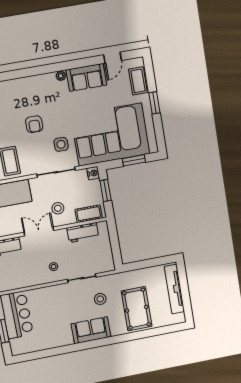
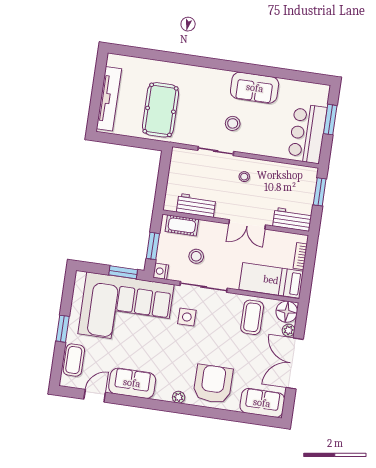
plant: (61, 76) -> (179, 397), moved
armchair: (34, 124) -> (213, 384), moved, width x1.88, depth x1.88
window: (134, 160) -> (123, 272), moved
stool: (58, 208) -> (196, 256), moved
stool: (100, 299) -> (233, 123), moved
pool table: (137, 309) -> (161, 110), moved
sofa: (91, 330) -> (255, 88), moved

